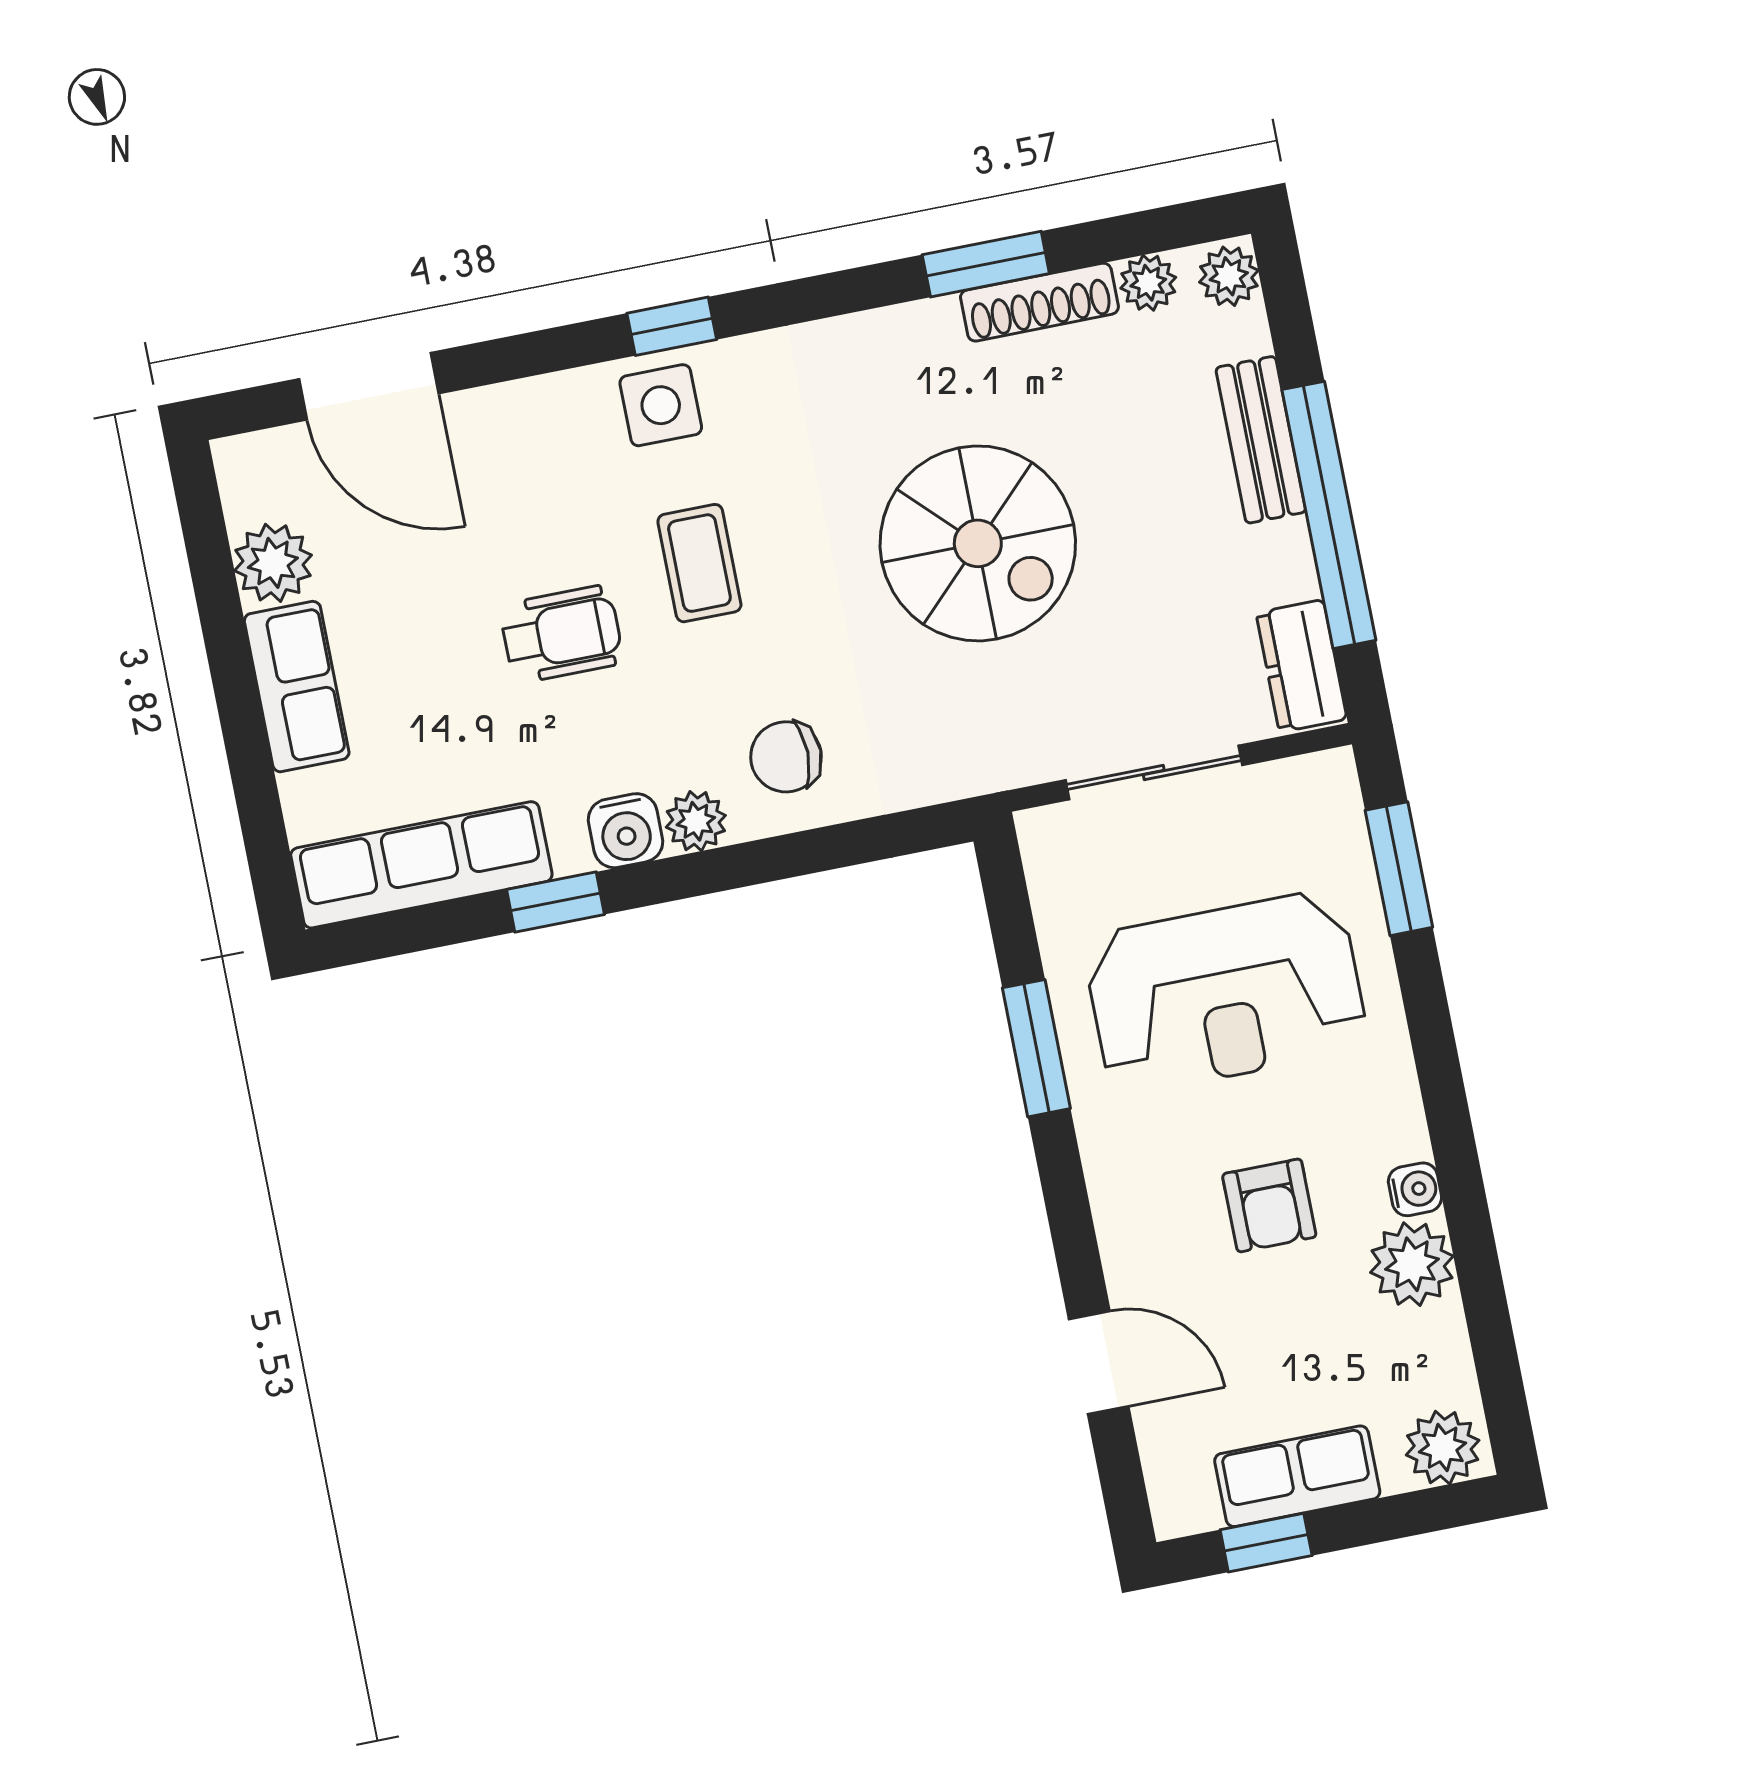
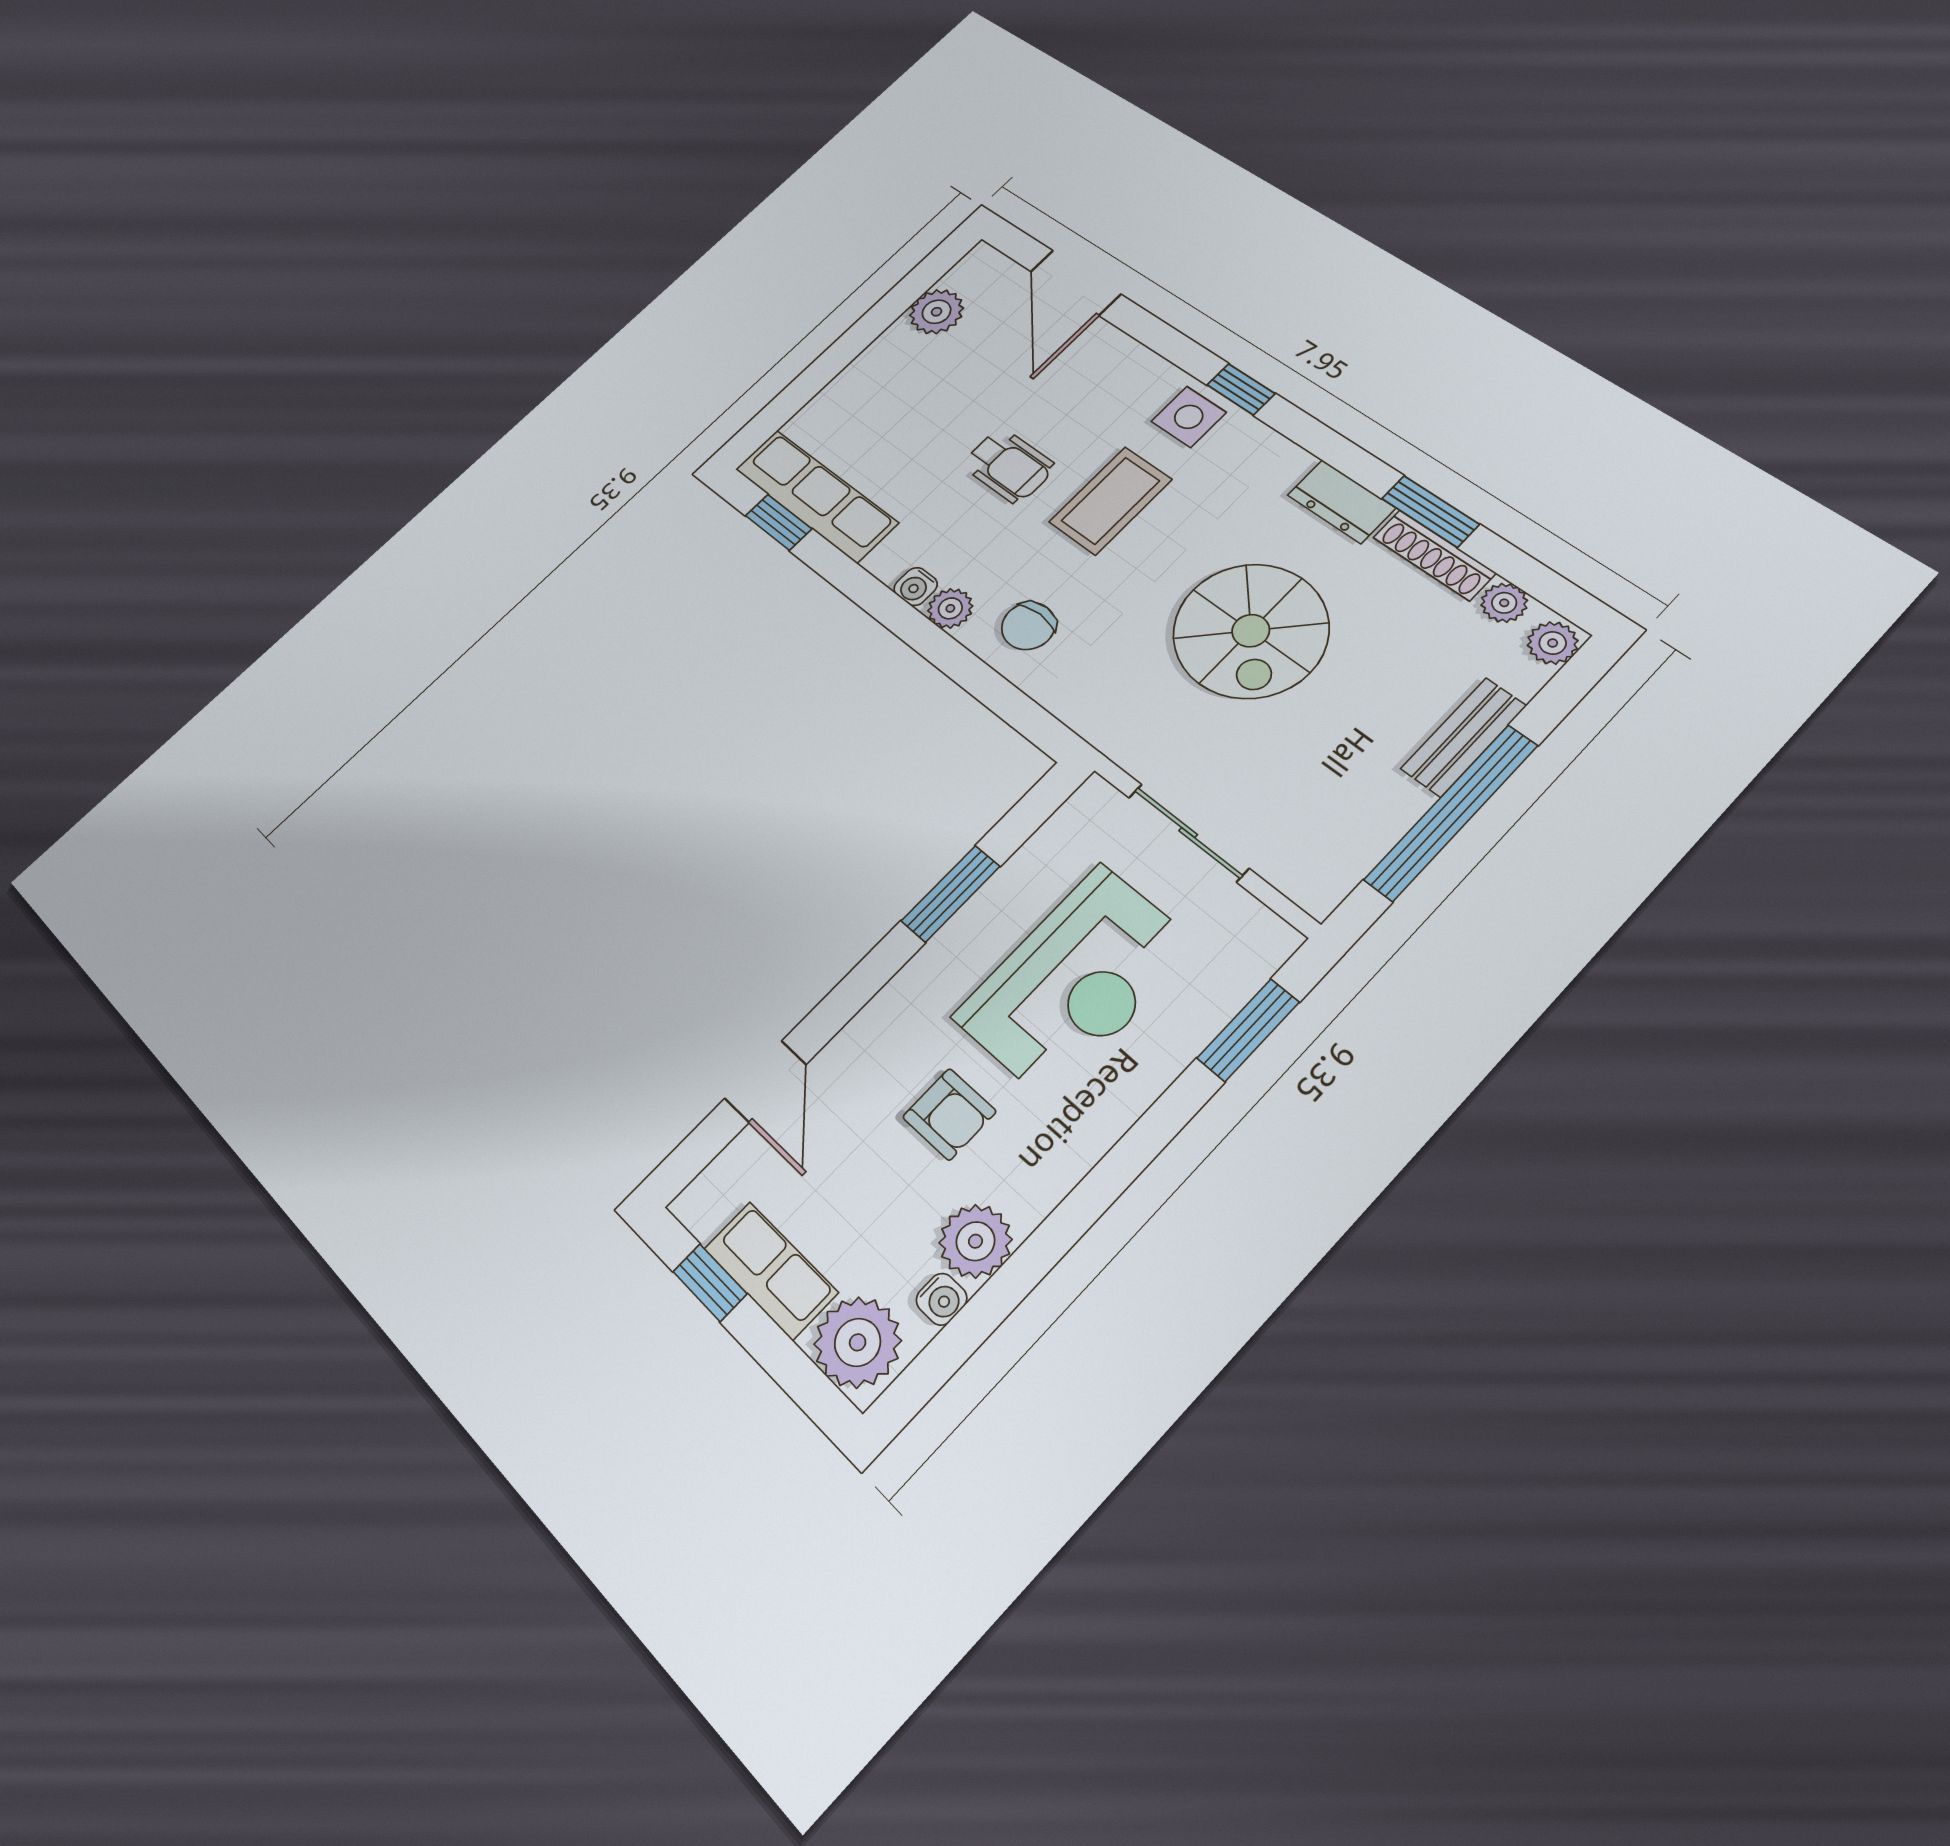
coffee table: (699, 563) -> (1110, 501), width x1.36, depth x1.30
dresser: (1301, 666) -> (1341, 501), moved, turned -90
row of seats: (297, 687) -> (874, 370), removed
chair: (786, 757) -> (1028, 626), turned -90
water cooler: (625, 831) -> (916, 587), width x0.72, depth x0.72
window: (555, 902) -> (779, 522), moved
reception desk: (1225, 993) -> (1075, 981), turned -90
water cooler: (1415, 1189) -> (942, 1299), moved
armchair: (1269, 1205) -> (949, 1114), turned -90
plant: (1443, 1448) -> (858, 1342), width x1.36, depth x1.36

